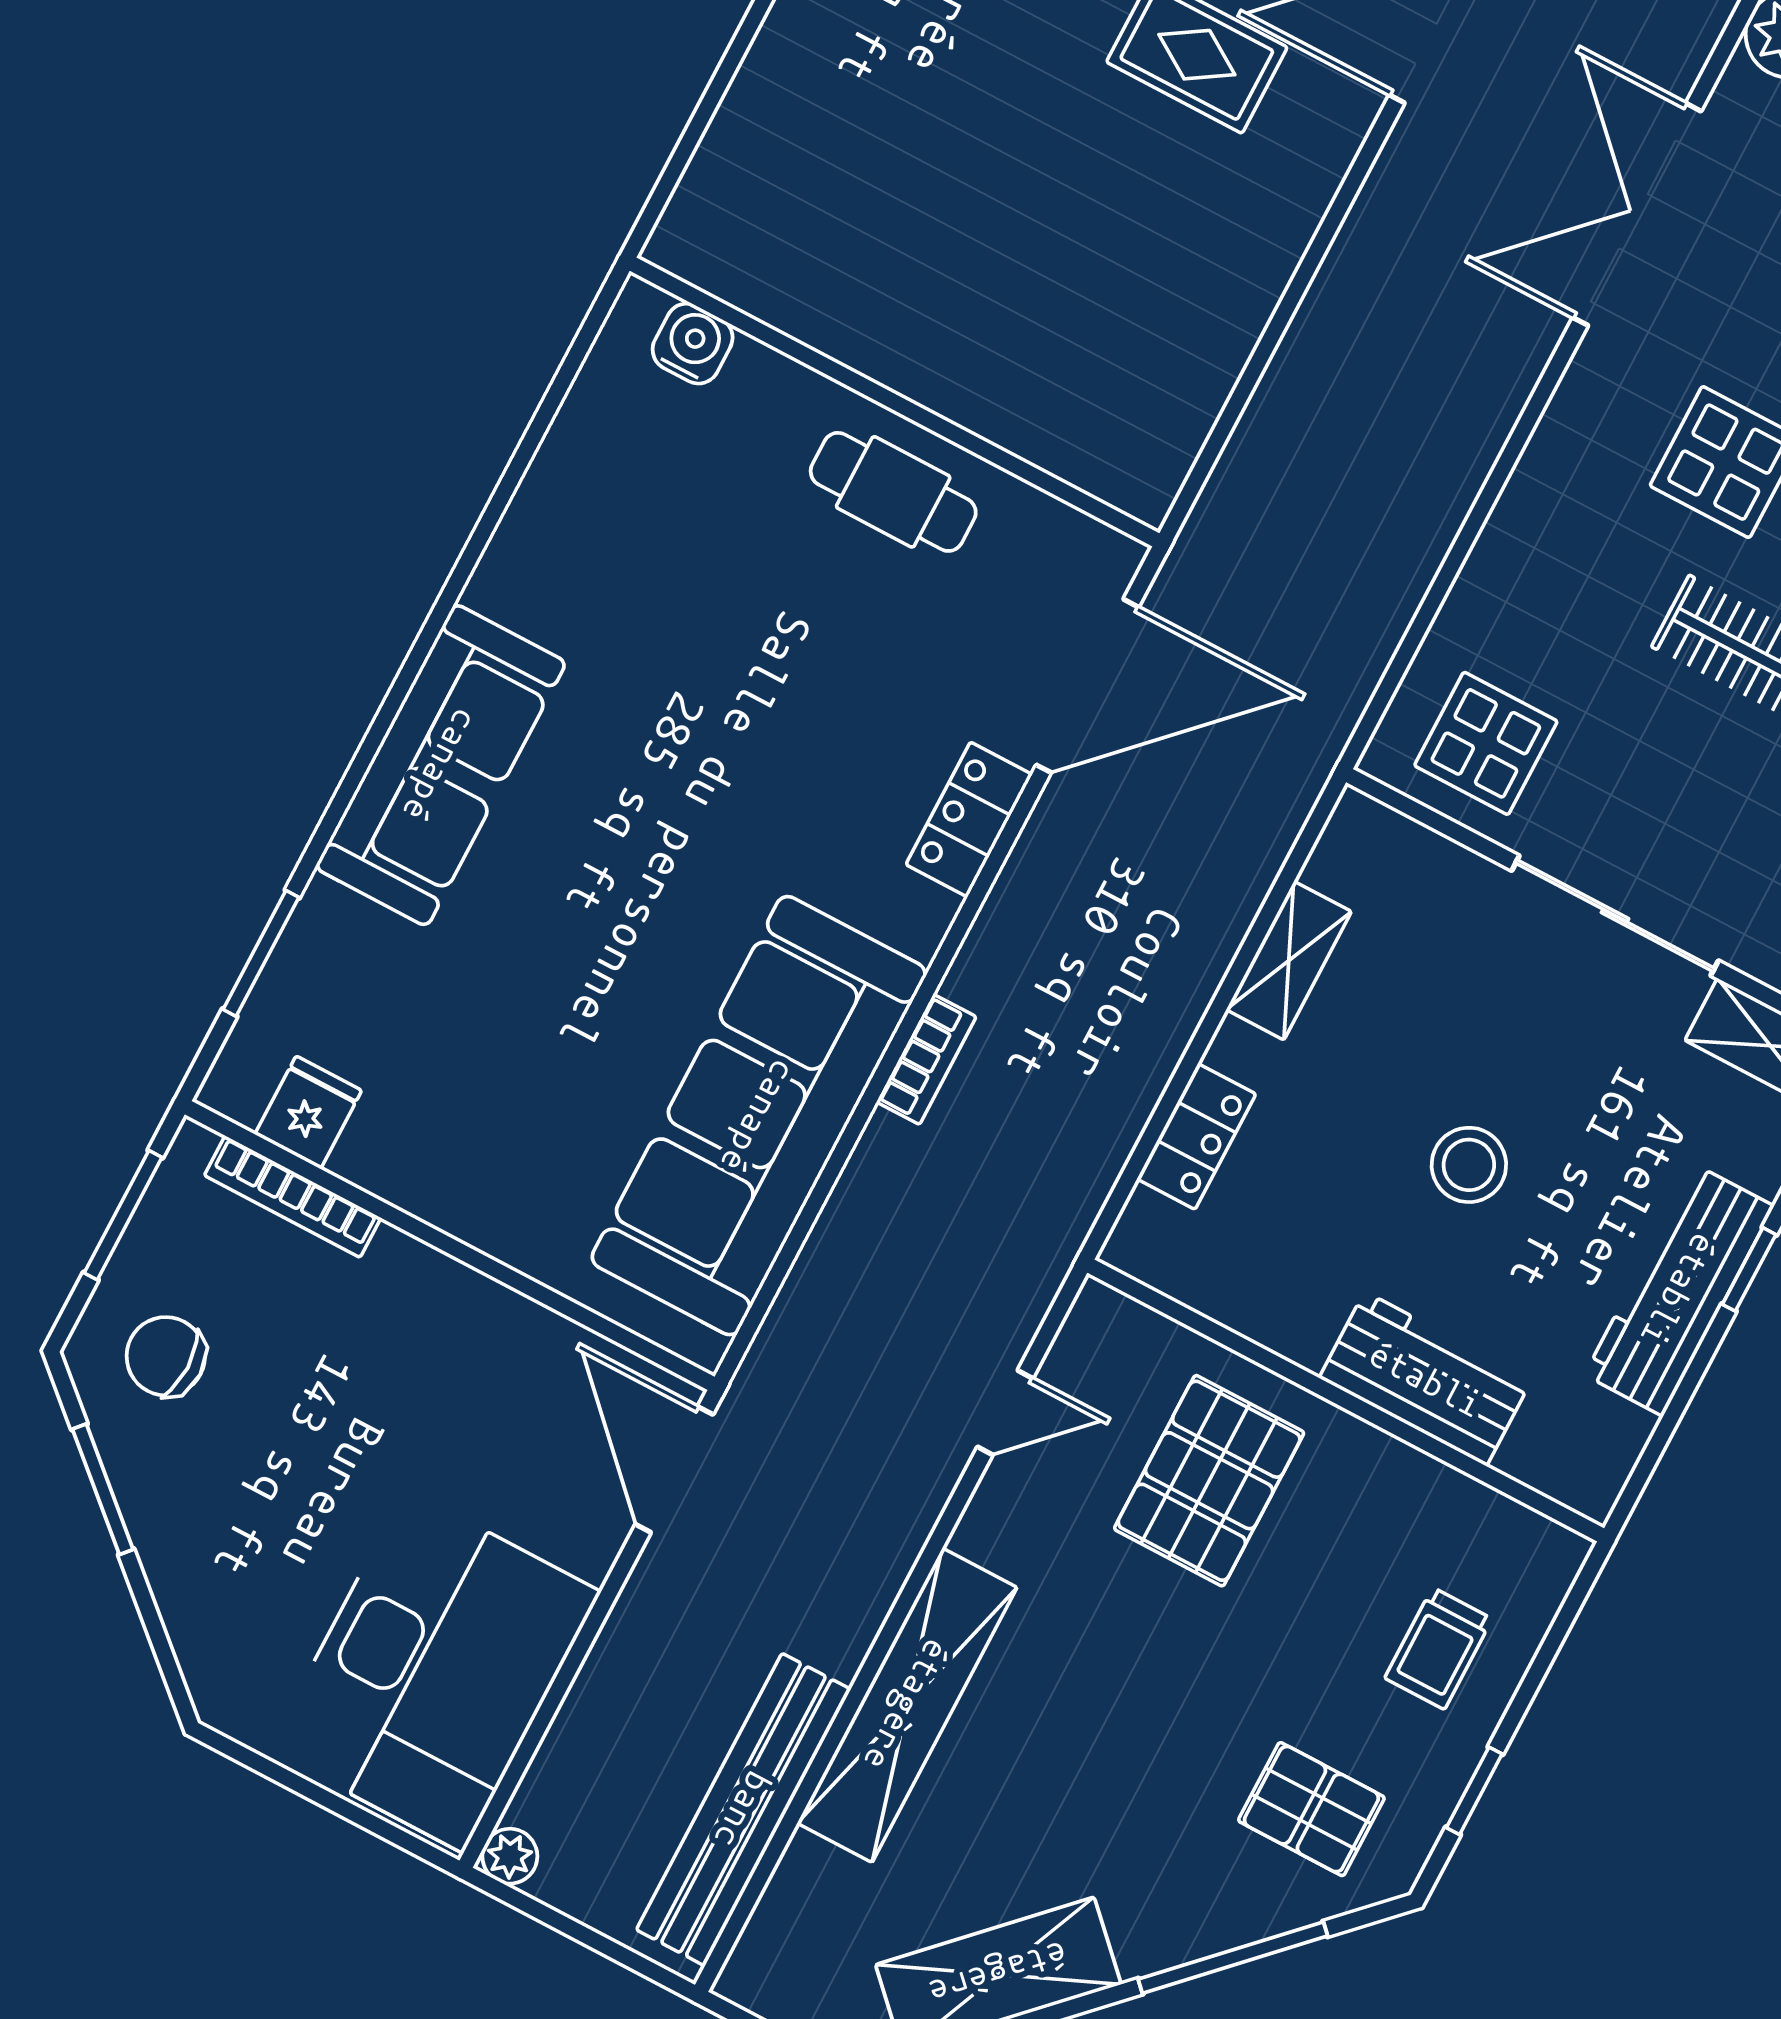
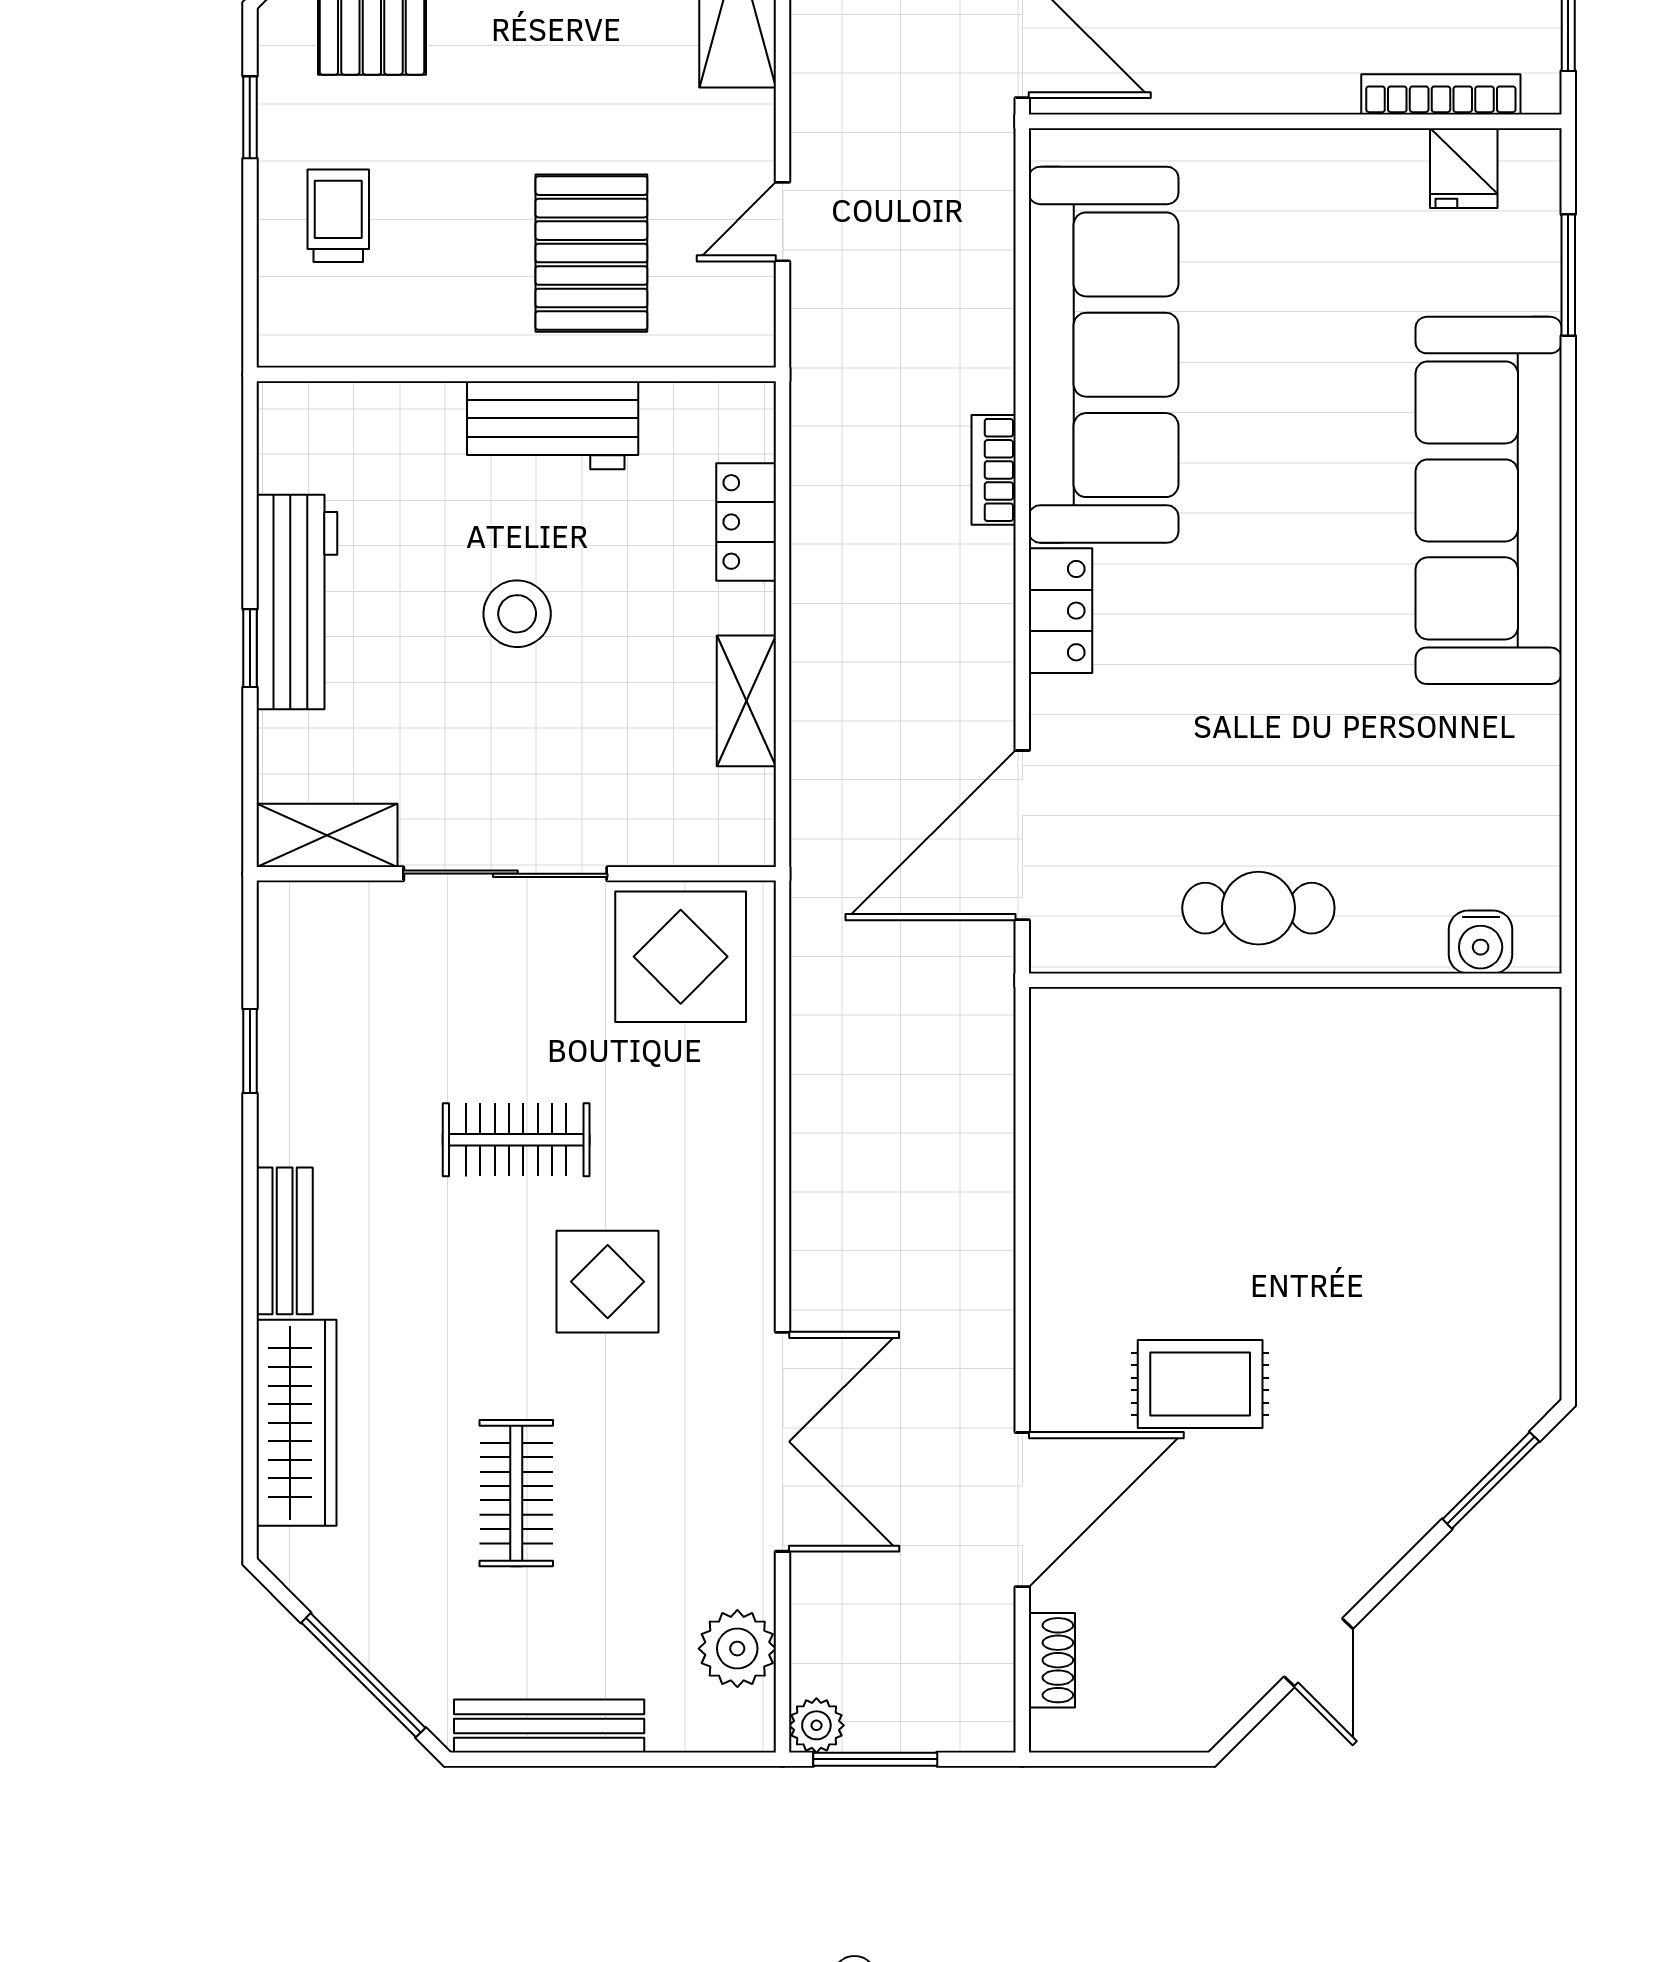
display table: (1486, 743) -> (681, 957), width x1.36, depth x1.36
sofa: (441, 765) -> (1489, 500), width x1.36, depth x1.27
locker: (969, 819) -> (1060, 611), moved
workbench: (1426, 1379) -> (553, 425), moved

